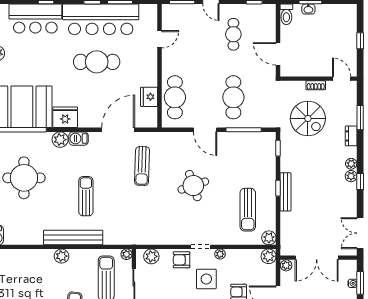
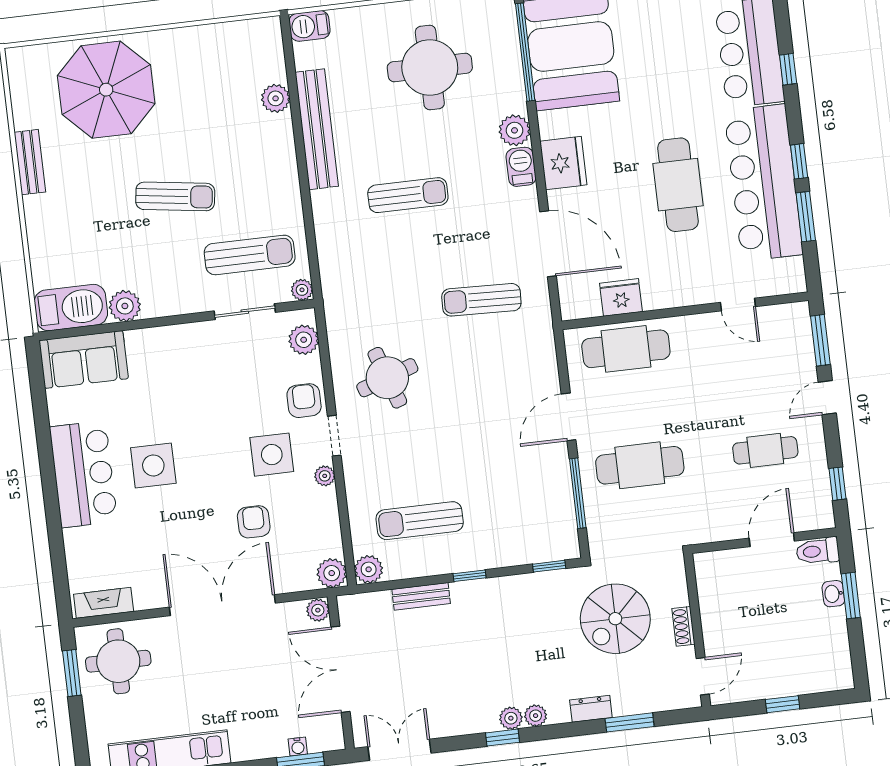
door: (278, 54) -> (772, 540), moved
fridge: (65, 117) -> (563, 163), moved
round table: (193, 186) -> (387, 378), moved
bench: (285, 192) -> (421, 596), moved, width x0.73
bench: (73, 238) -> (317, 129), moved
plant: (62, 256) -> (276, 98), moved

